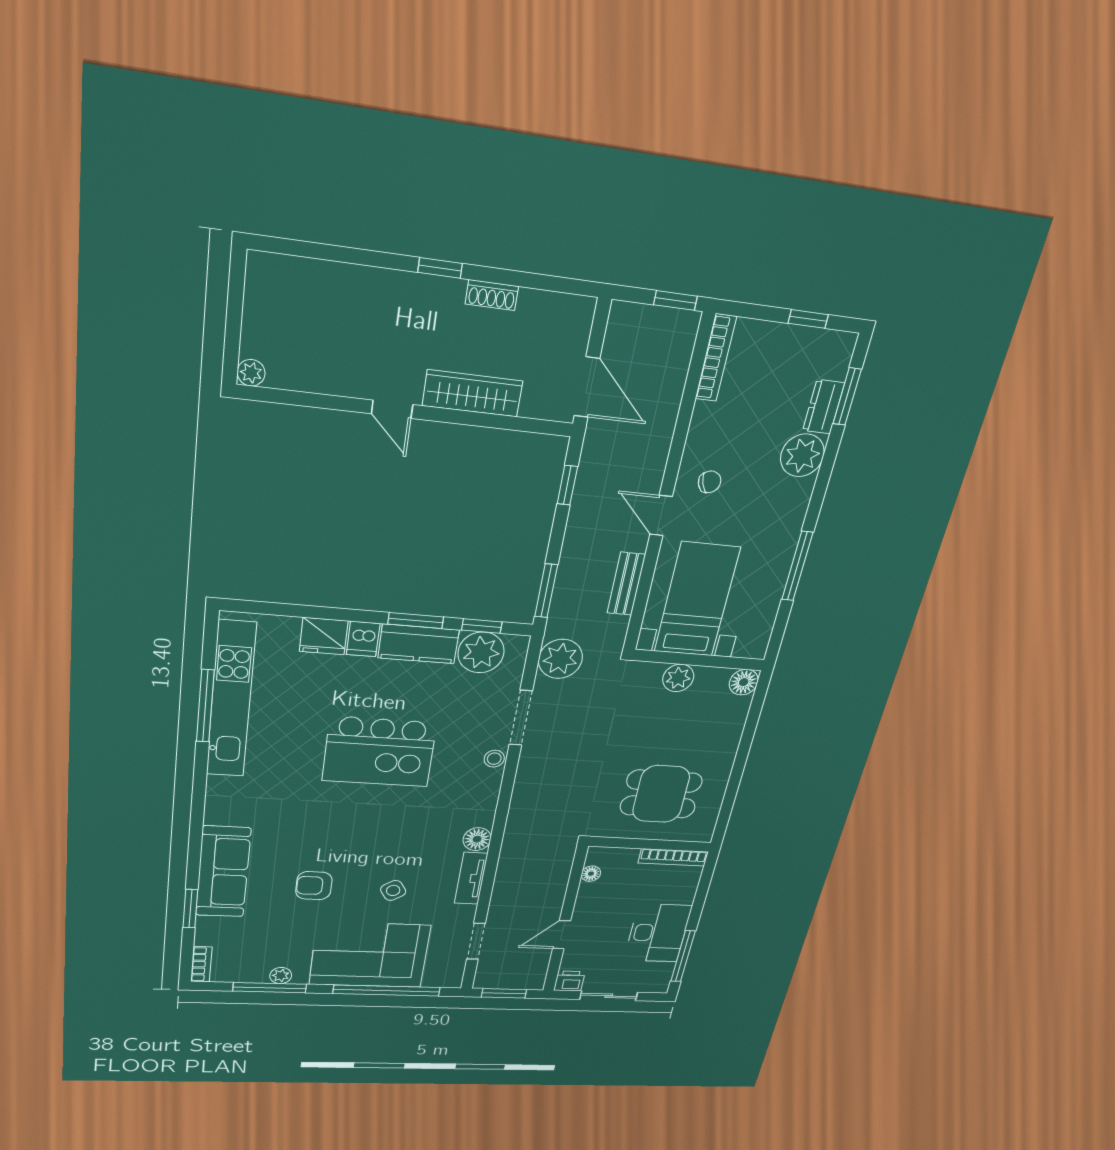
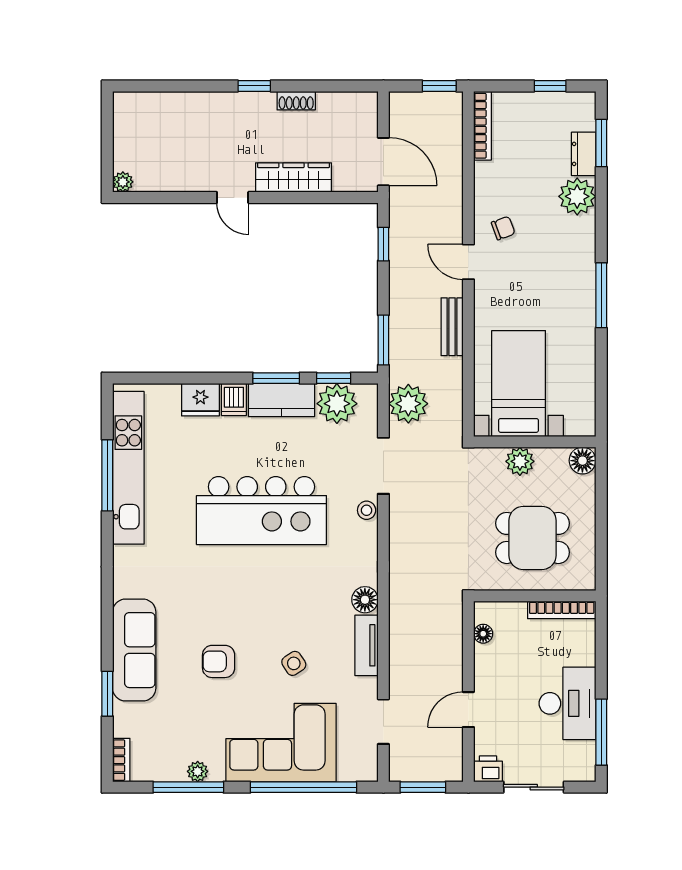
bed with nightstands: (697, 600) -> (519, 384), moved
wall: (699, 660) -> (535, 442), moved
plant: (678, 678) -> (520, 461), moved
floor lamp: (744, 682) -> (582, 461), moved
kitchen island: (379, 752) -> (261, 511), width x1.37

